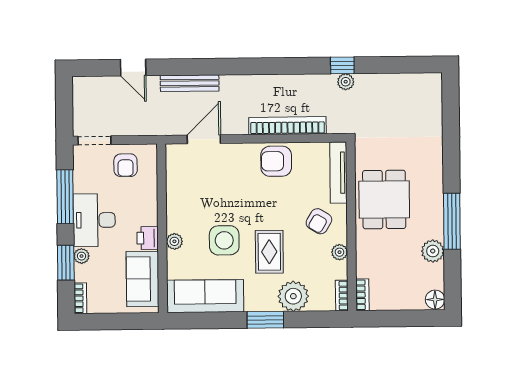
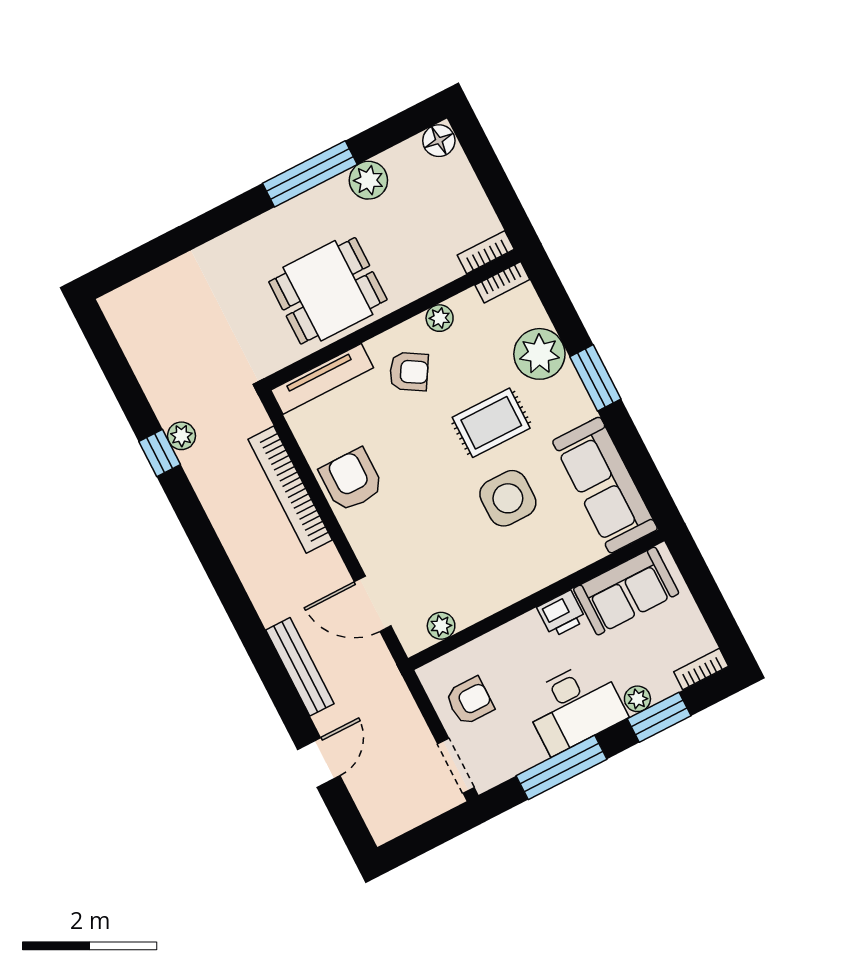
armchair: (276, 161) -> (351, 480), turned 180
plant: (174, 241) -> (441, 626), moved

